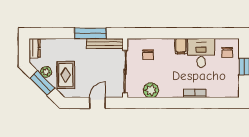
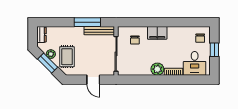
filing cabinet: (181, 46) -> (157, 33), width x2.00
desk: (201, 53) -> (195, 63), moved, turned 180
plant: (151, 90) -> (157, 69), moved
door: (97, 103) -> (93, 80), swing flipped

